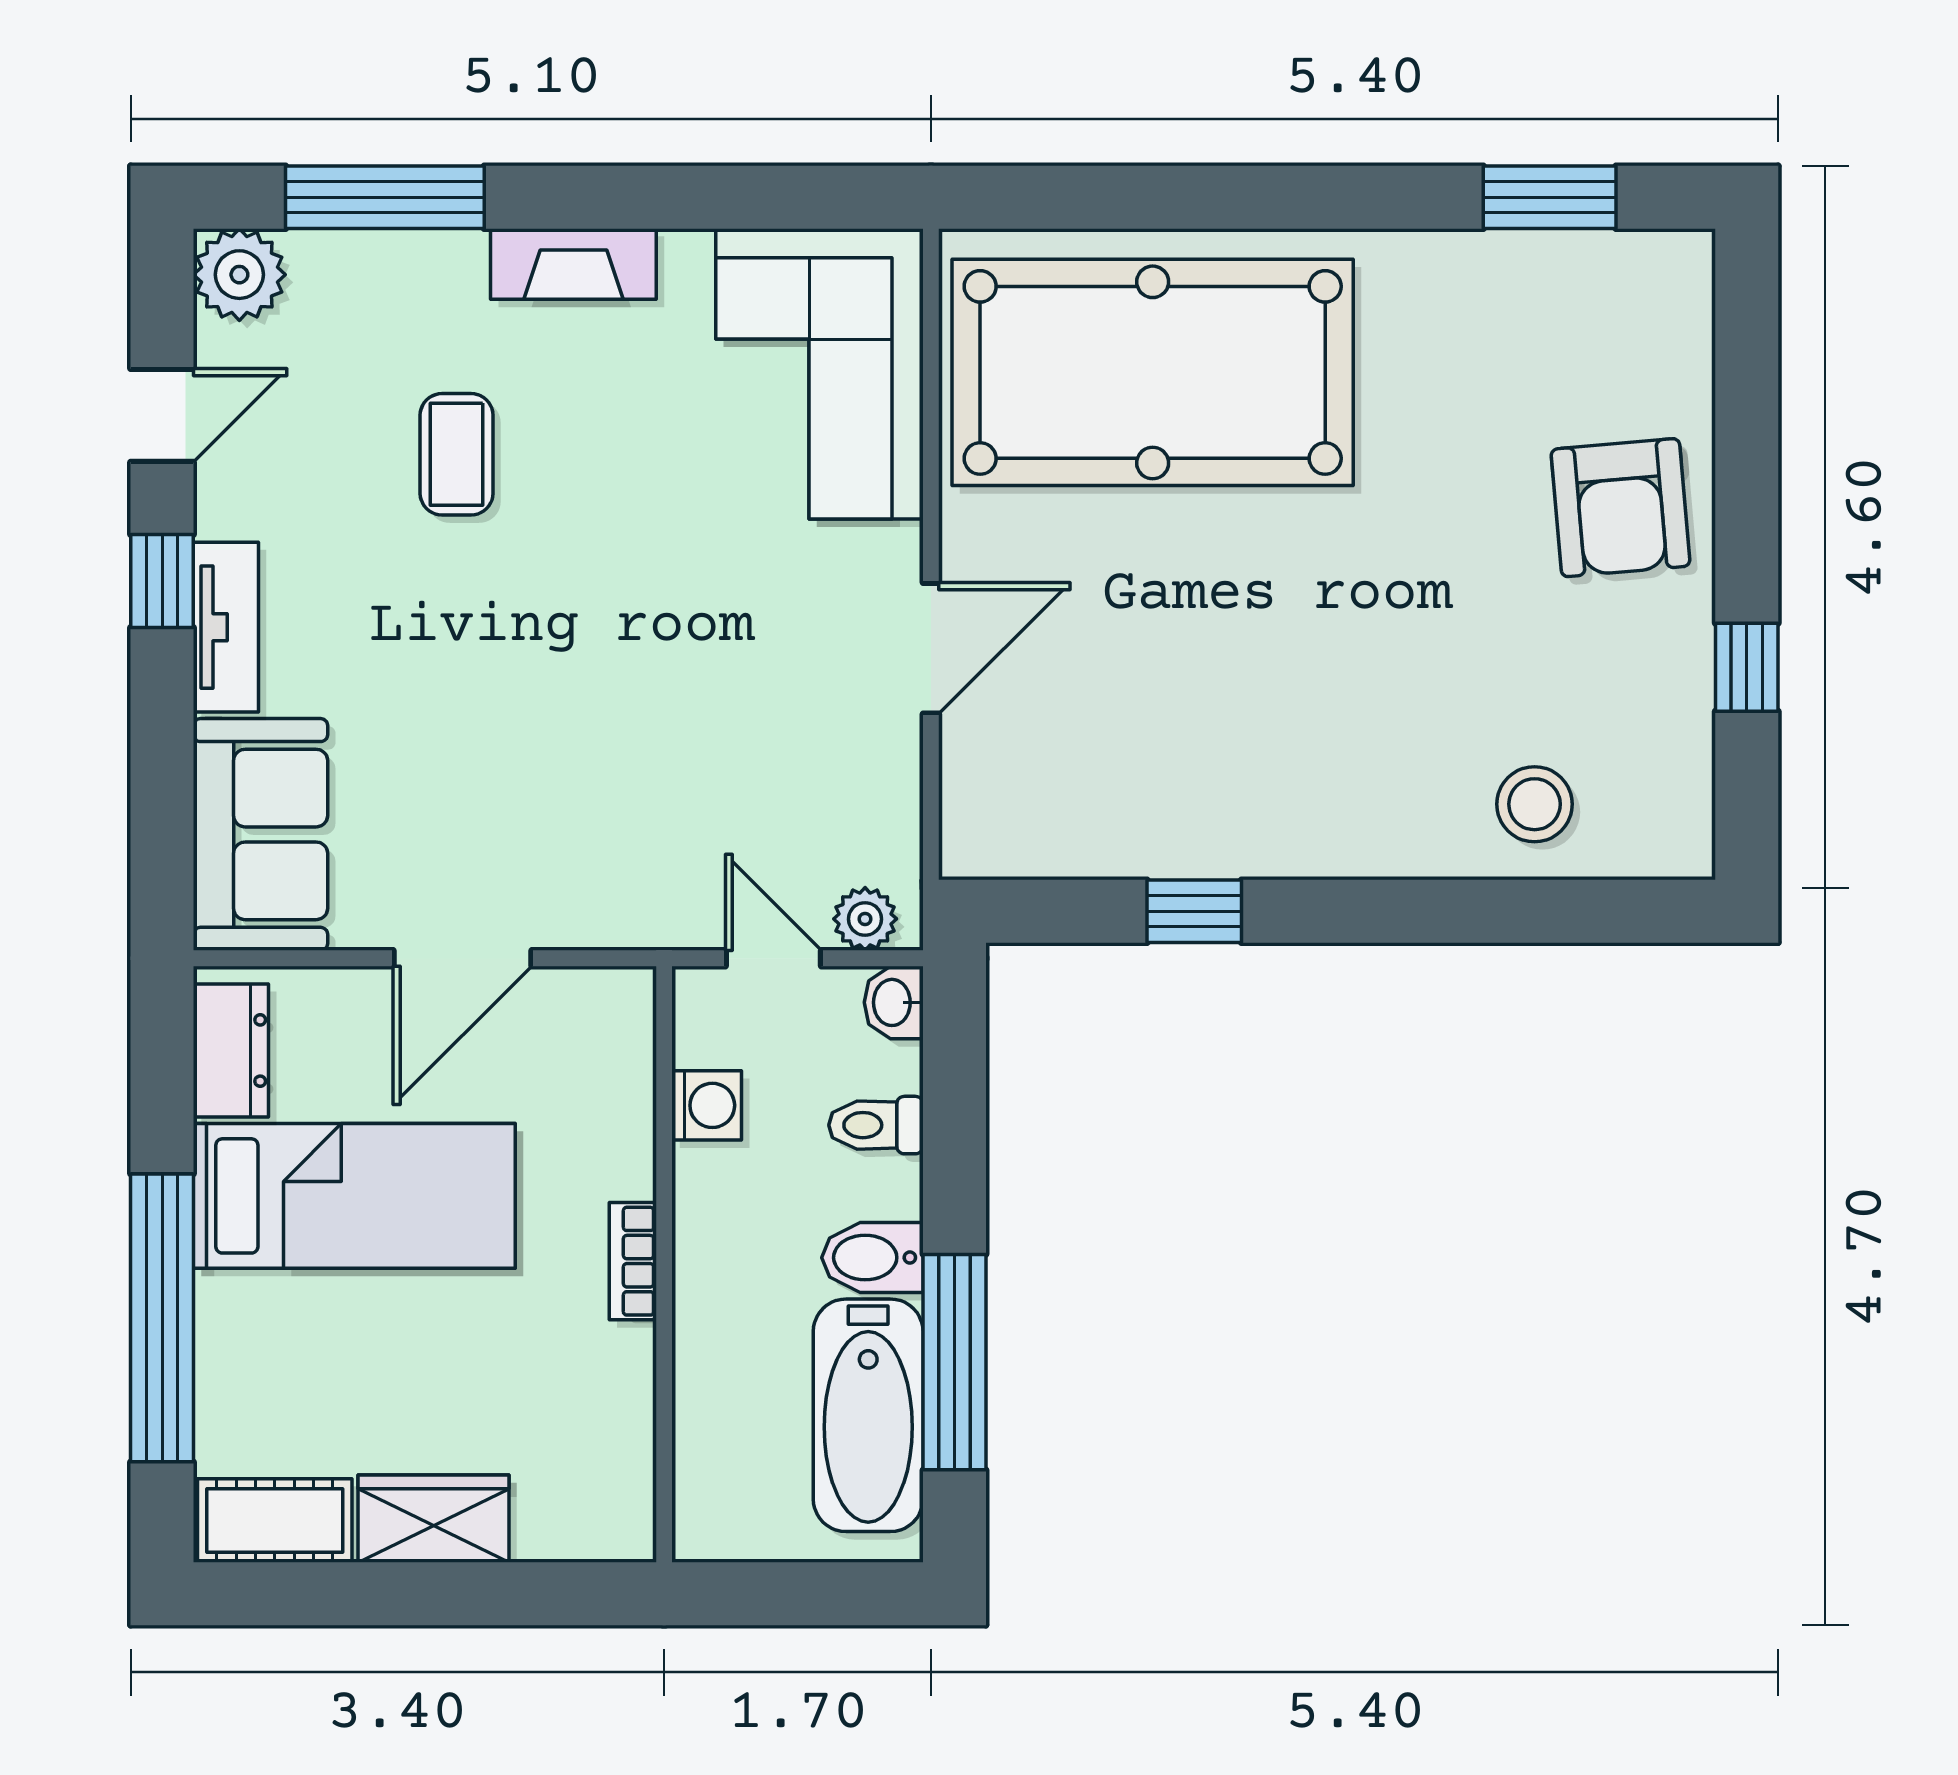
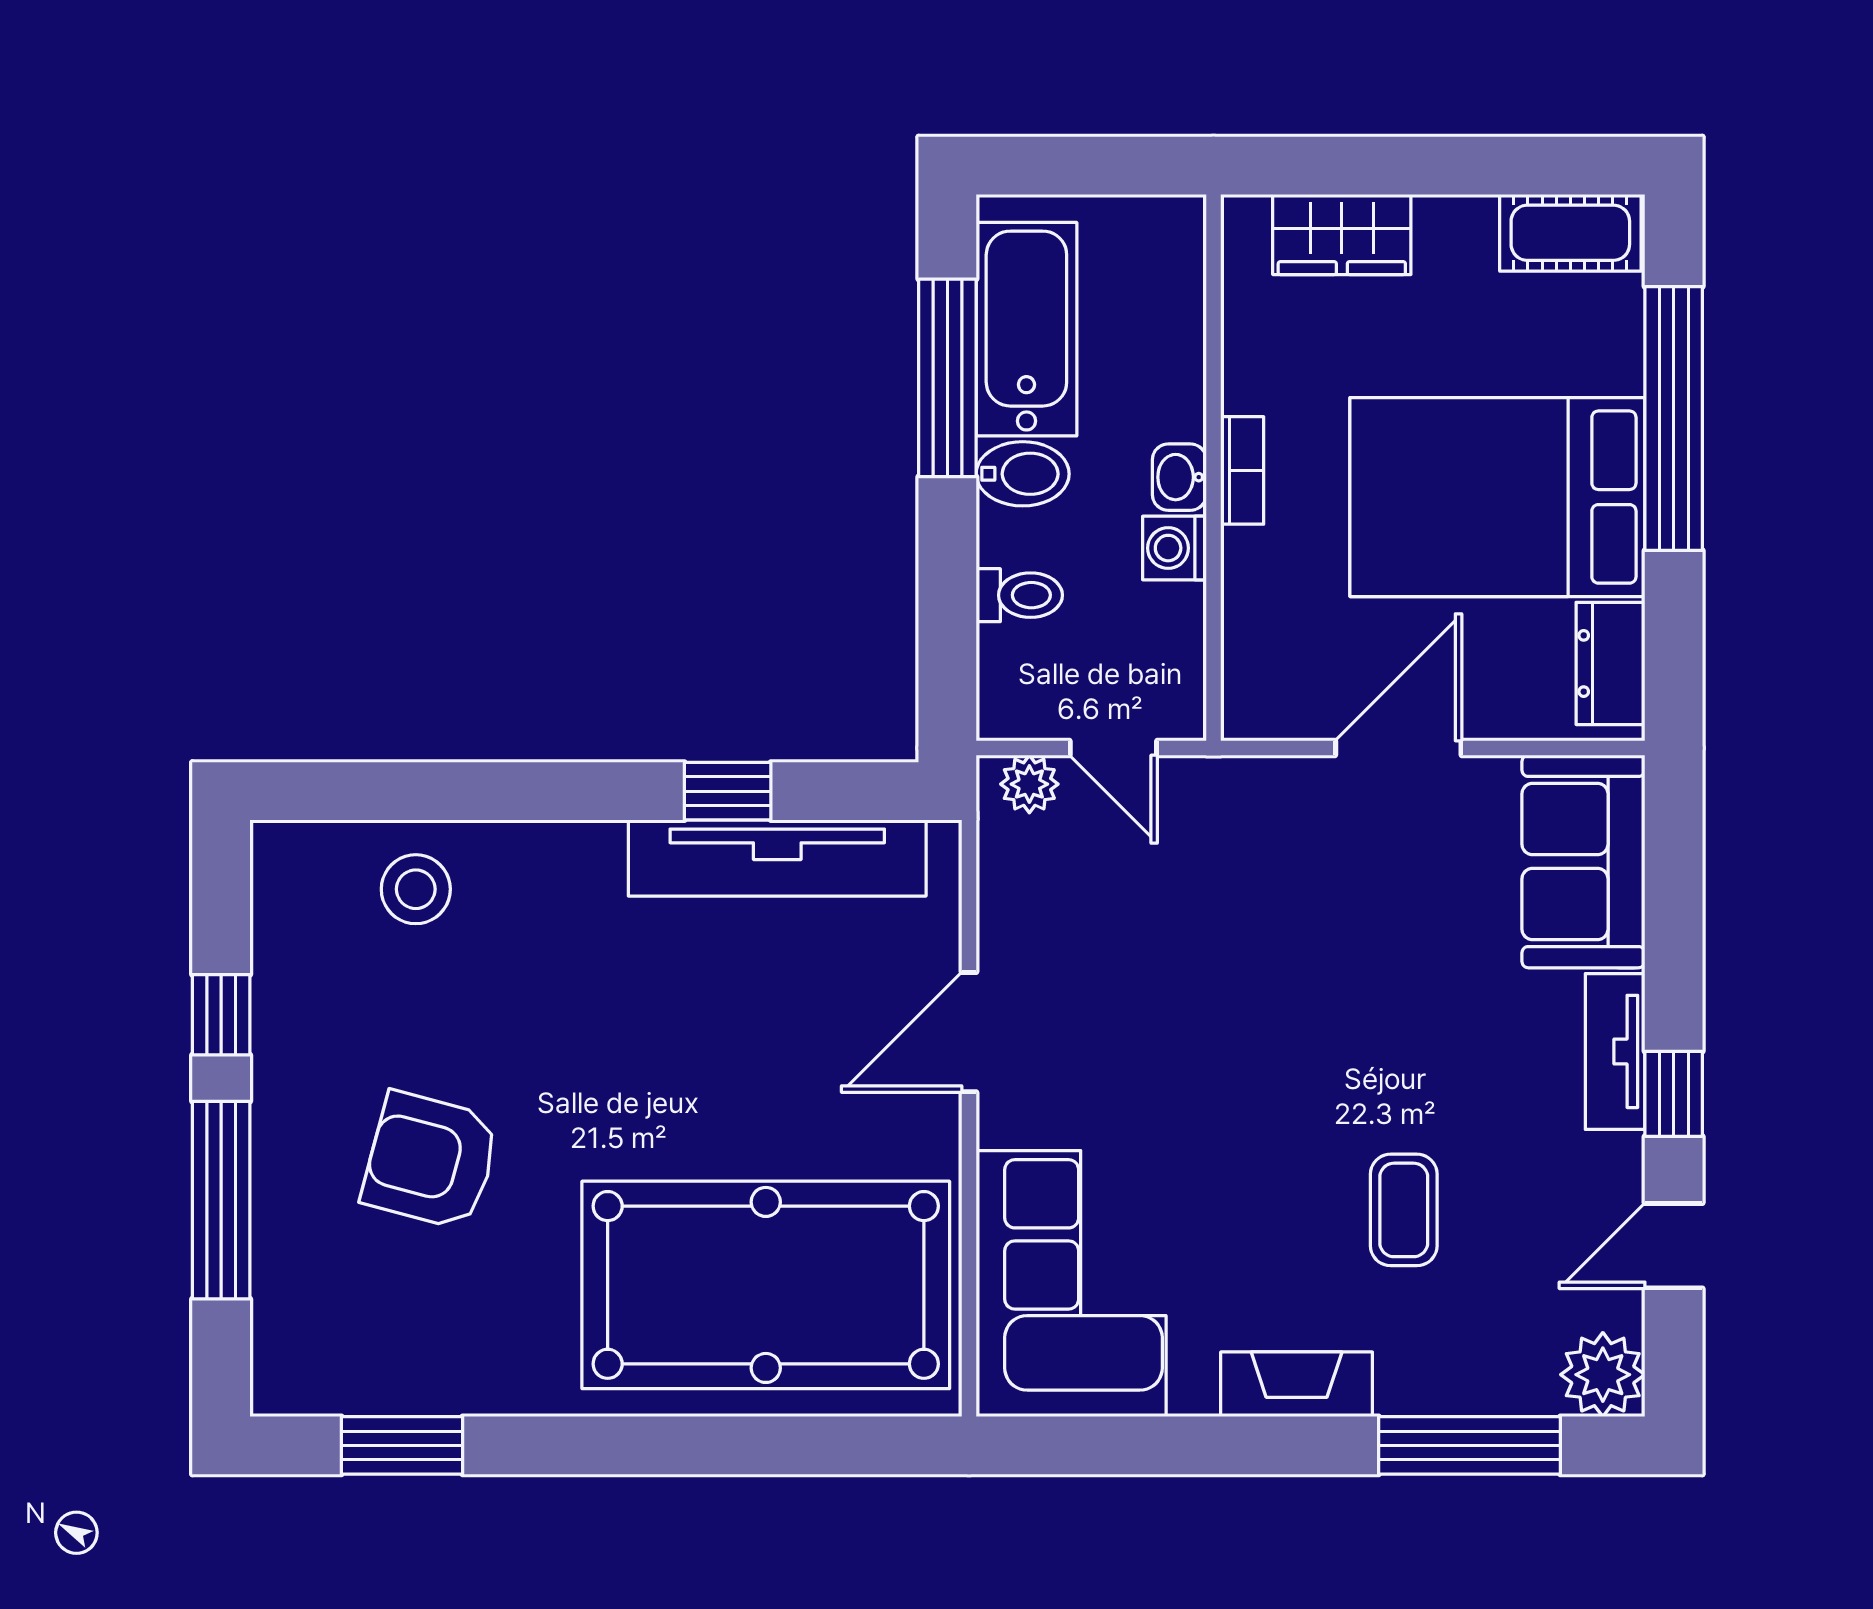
window: (1747, 465) -> (221, 1200), added
armchair: (1621, 508) -> (431, 1161), moved, turned -70
tv unit: (1140, 838) -> (777, 858), added
washbasin: (894, 1002) -> (1179, 477), moved, turned 180
washing machine: (707, 1105) -> (1174, 548), moved
bed: (354, 1196) -> (1497, 497), width x1.50
wardrobe: (433, 1519) -> (1342, 234), moved

